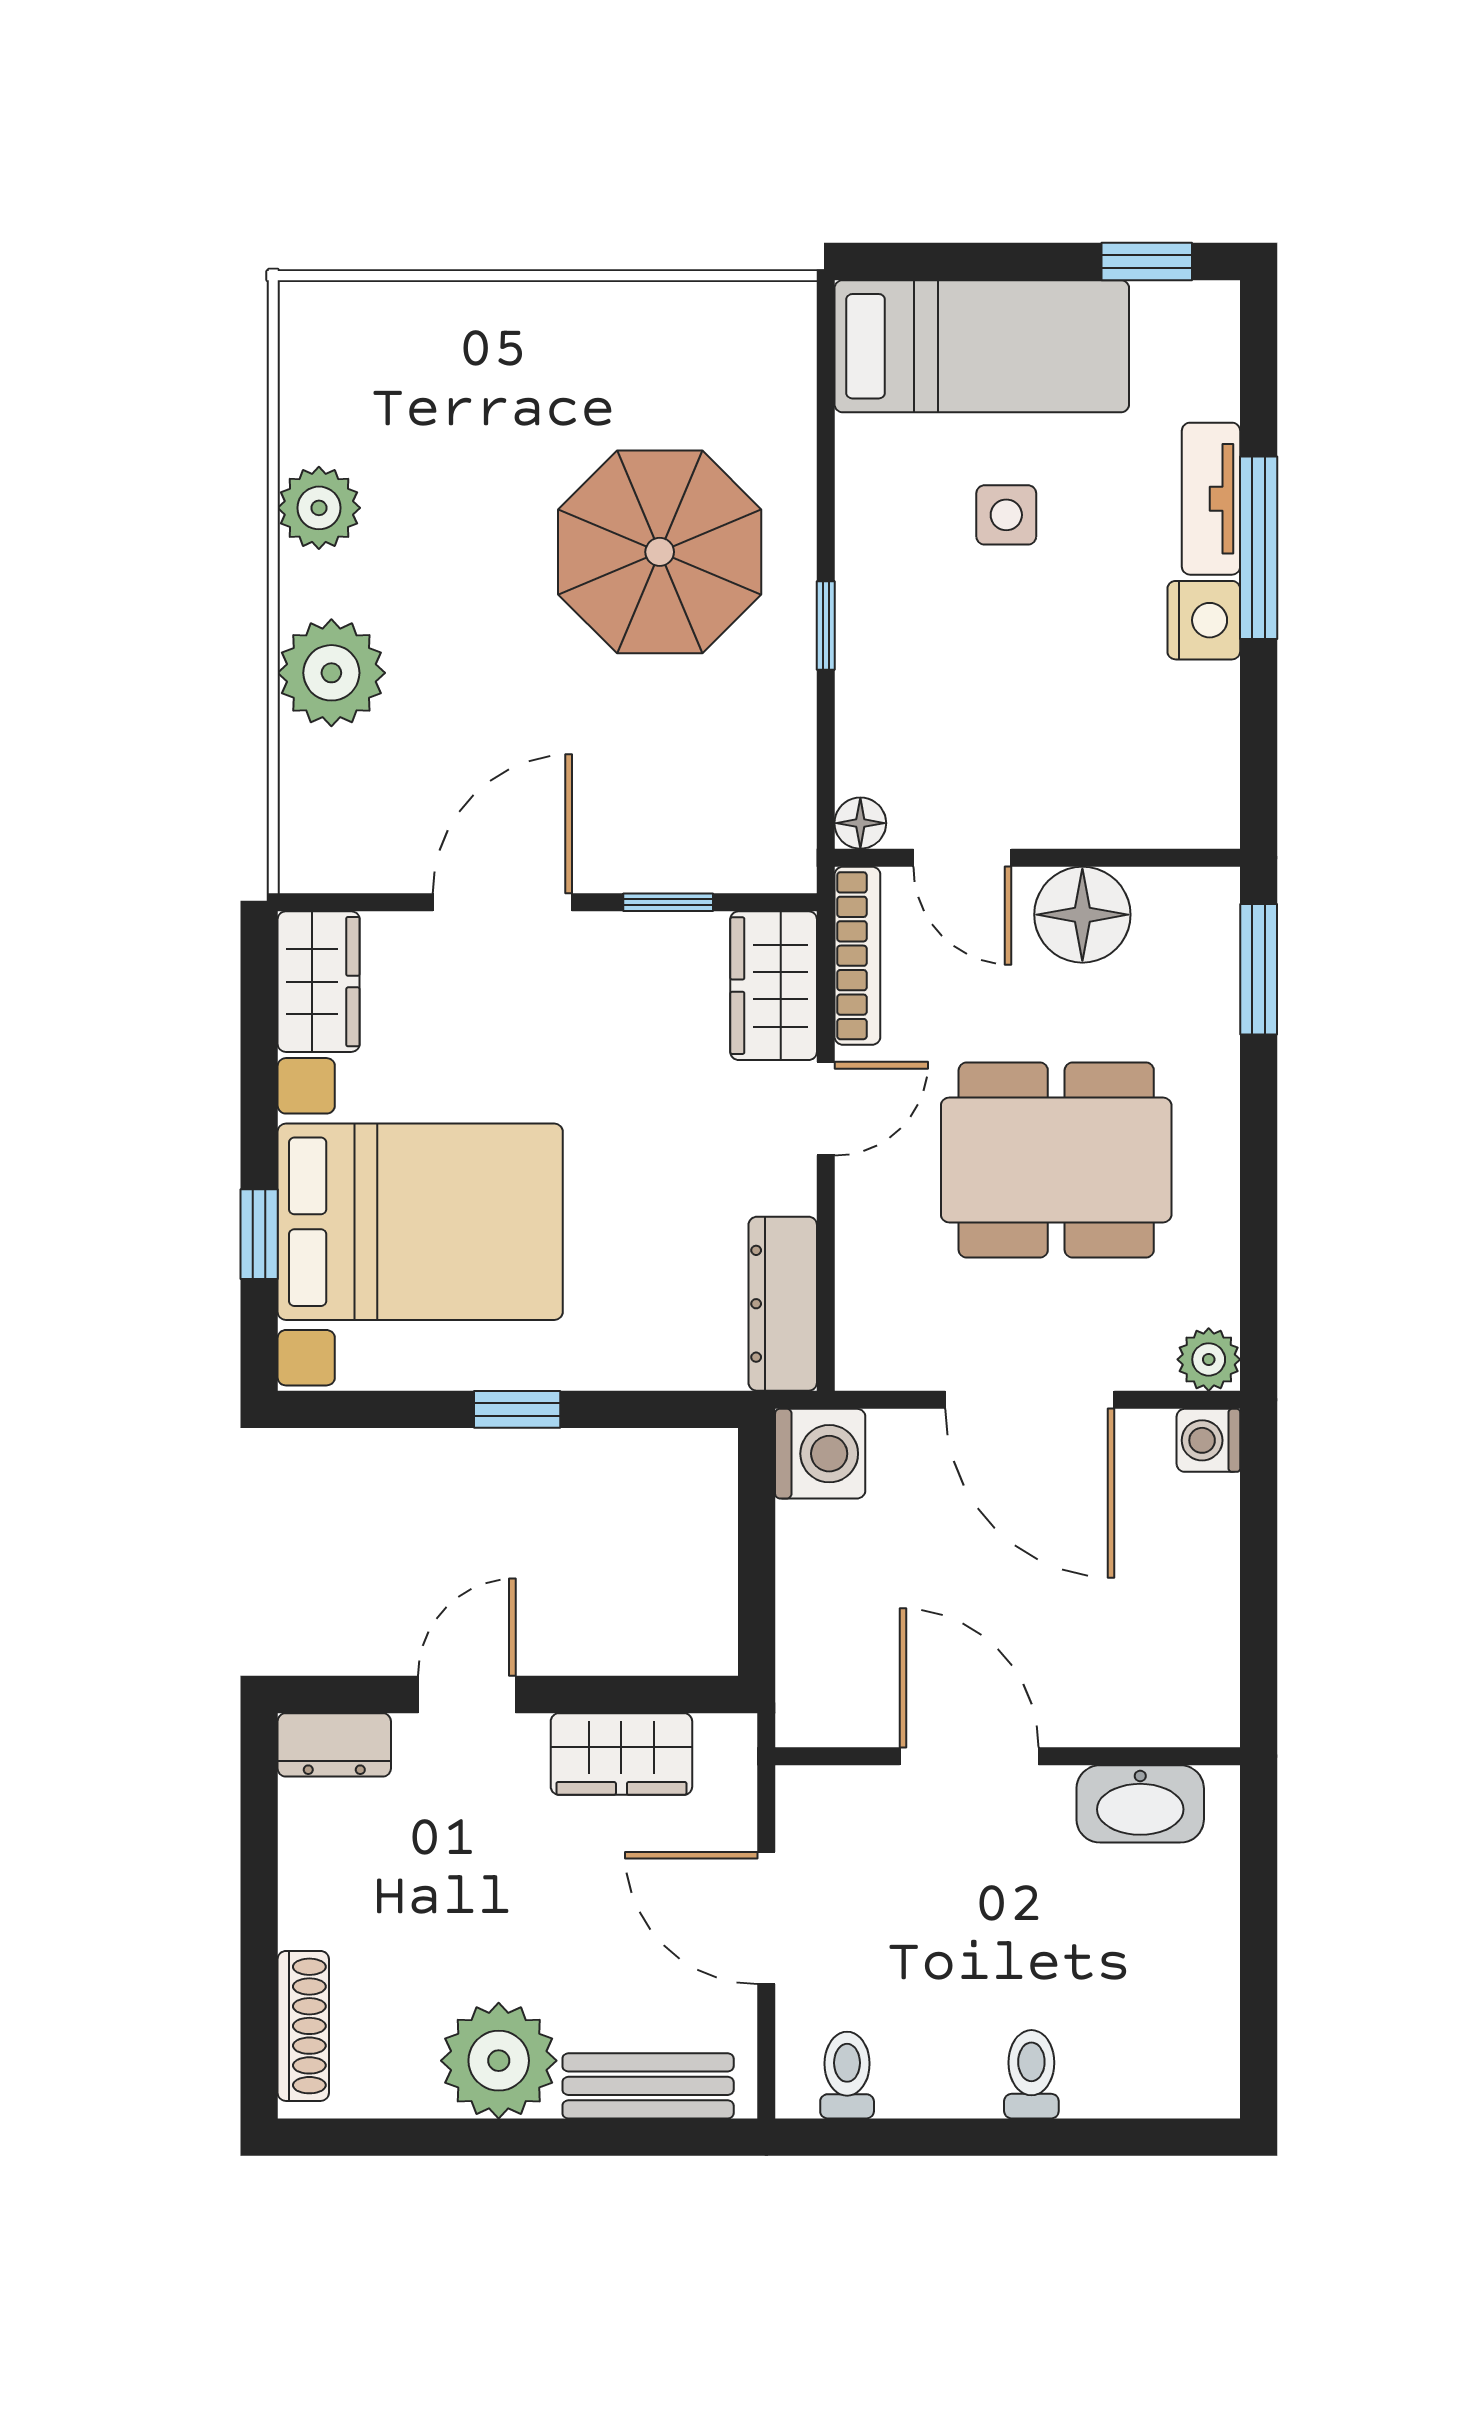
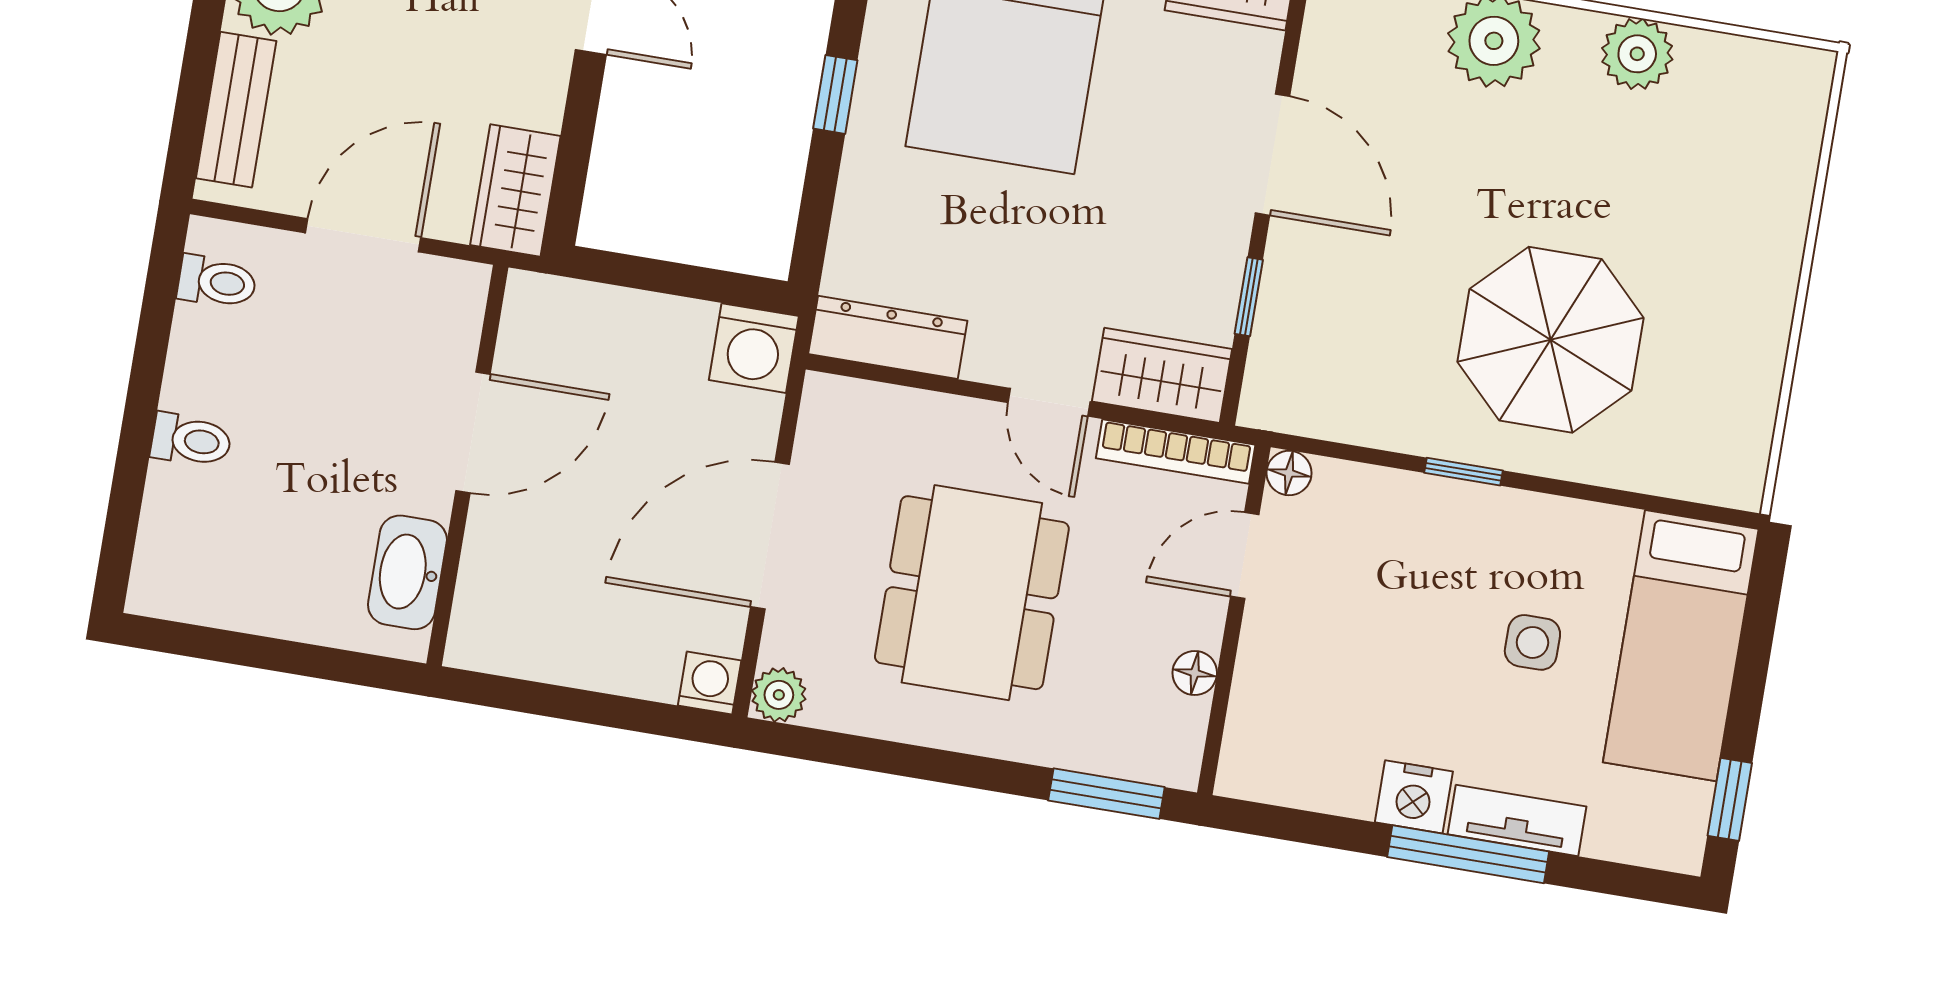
floor lamp: (1082, 915) -> (1195, 673), width x0.53, depth x0.53
wardrobe: (621, 1754) -> (515, 191), moved

